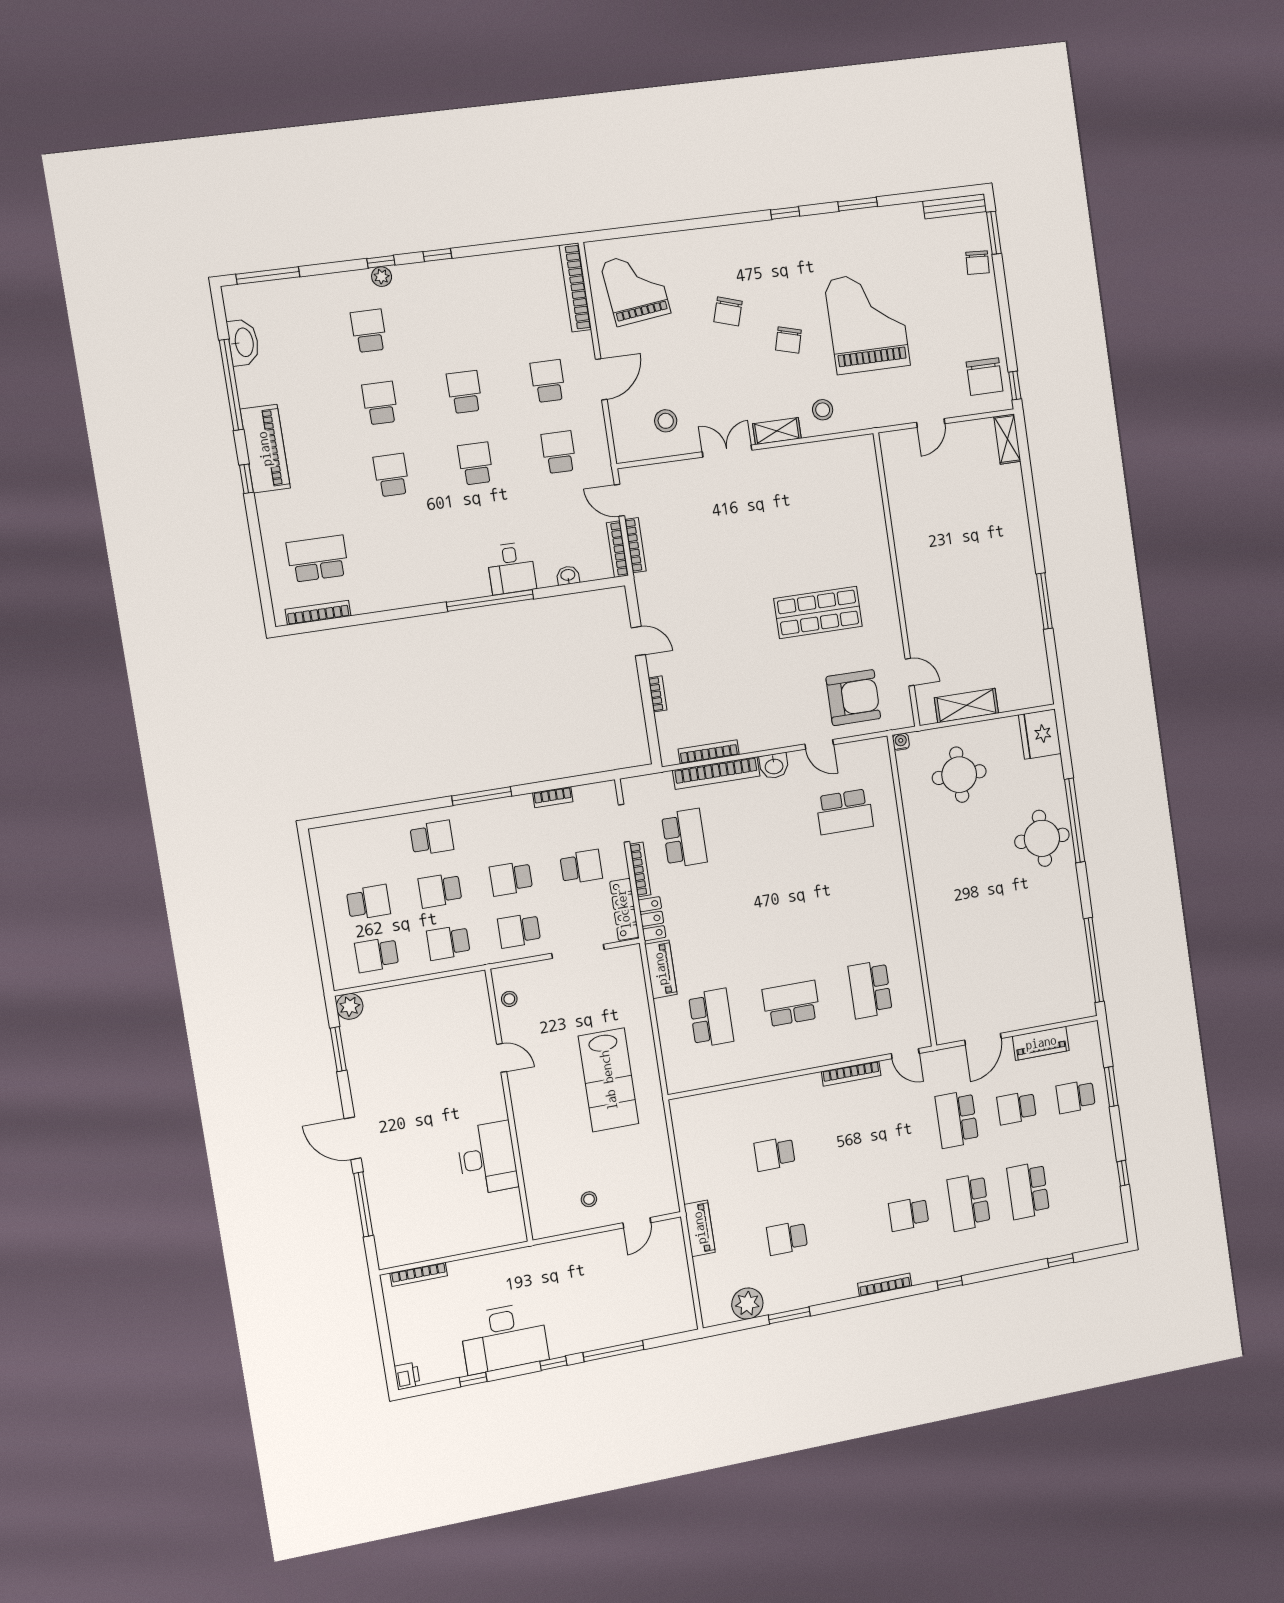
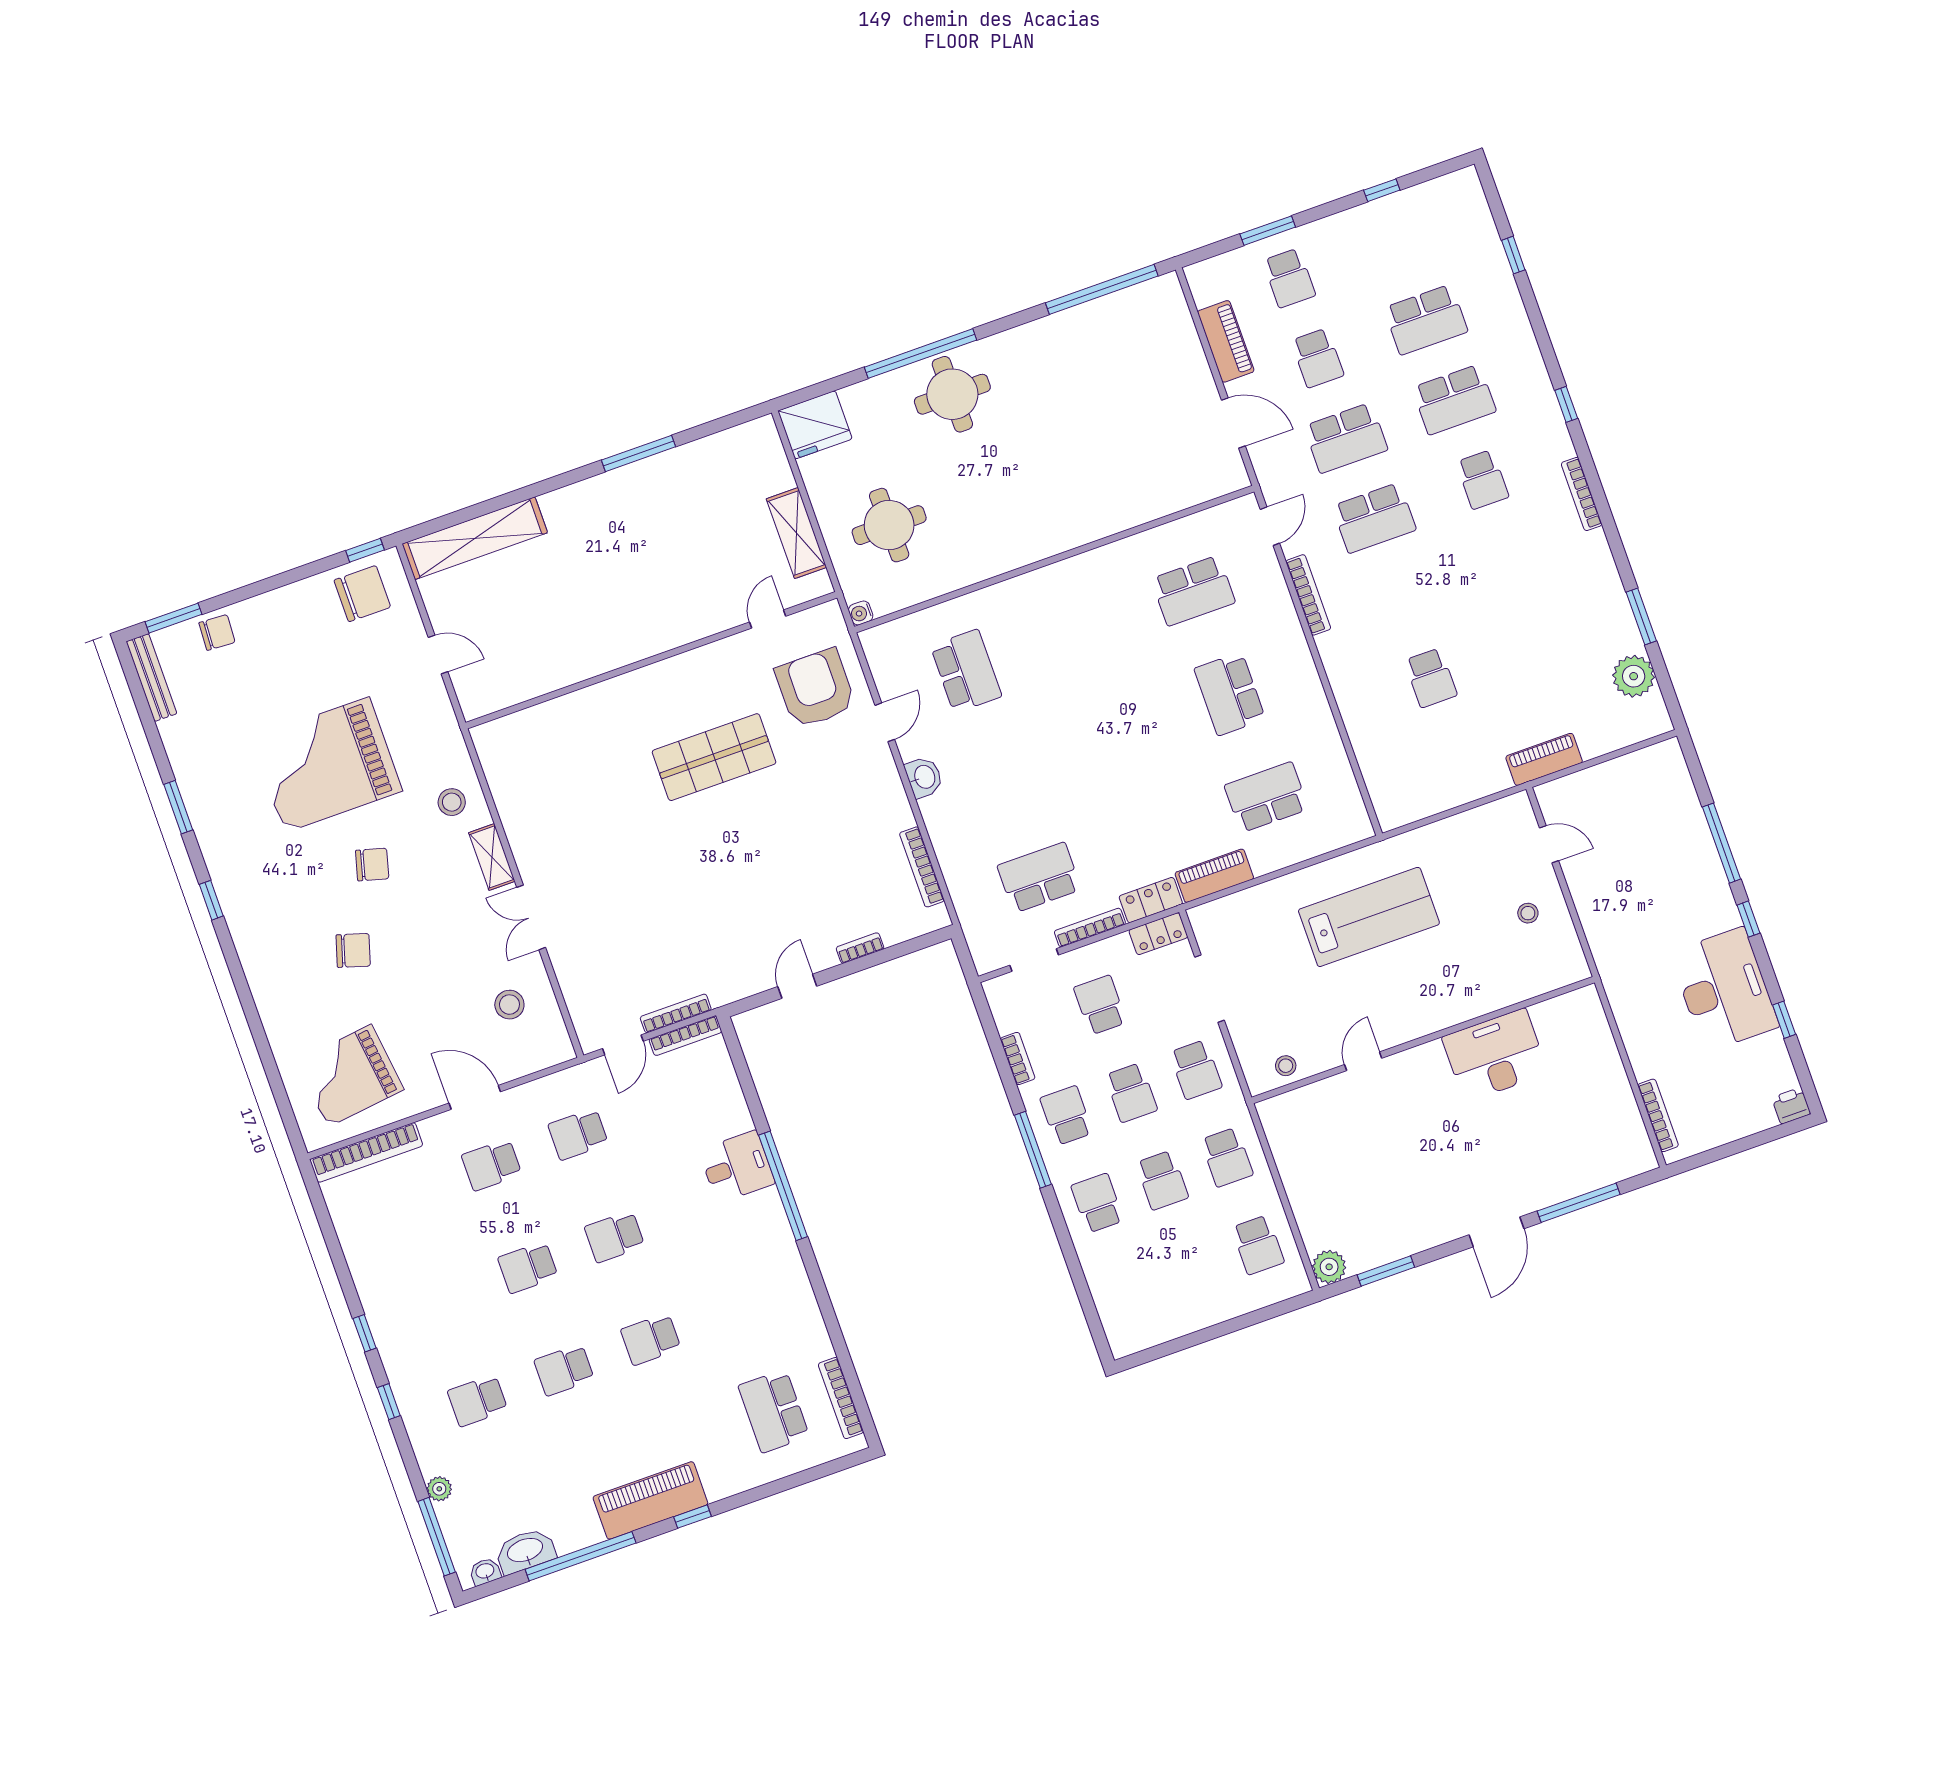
plant: (382, 277) -> (439, 1489), moved
shelving: (1007, 439) -> (475, 538), width x2.20, depth x1.33
washbasin: (568, 575) -> (485, 1571), moved, turned 90
shop shelf: (818, 612) -> (714, 757), turned 90
bookcase: (716, 773) -> (947, 852), removed
school desk: (368, 902) -> (1066, 1116), moved
locker: (624, 909) -> (1158, 934), width x0.66
school desk: (787, 1238) -> (1374, 518), moved, width x1.85

